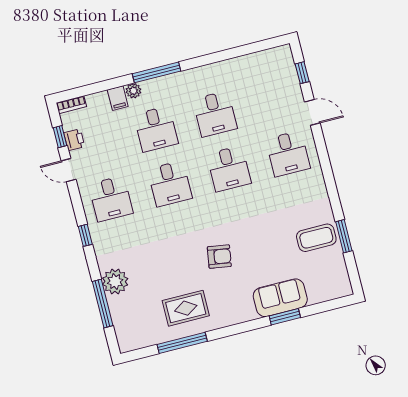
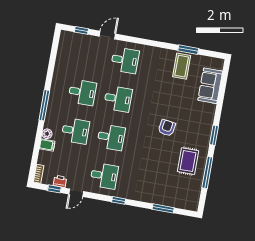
window: (156, 72) -> (44, 105), moved
plant: (115, 282) -> (154, 195), removed
sofa: (280, 298) -> (210, 86), moved
window: (103, 304) -> (163, 208), width x0.69
window: (285, 317) -> (214, 135), moved

